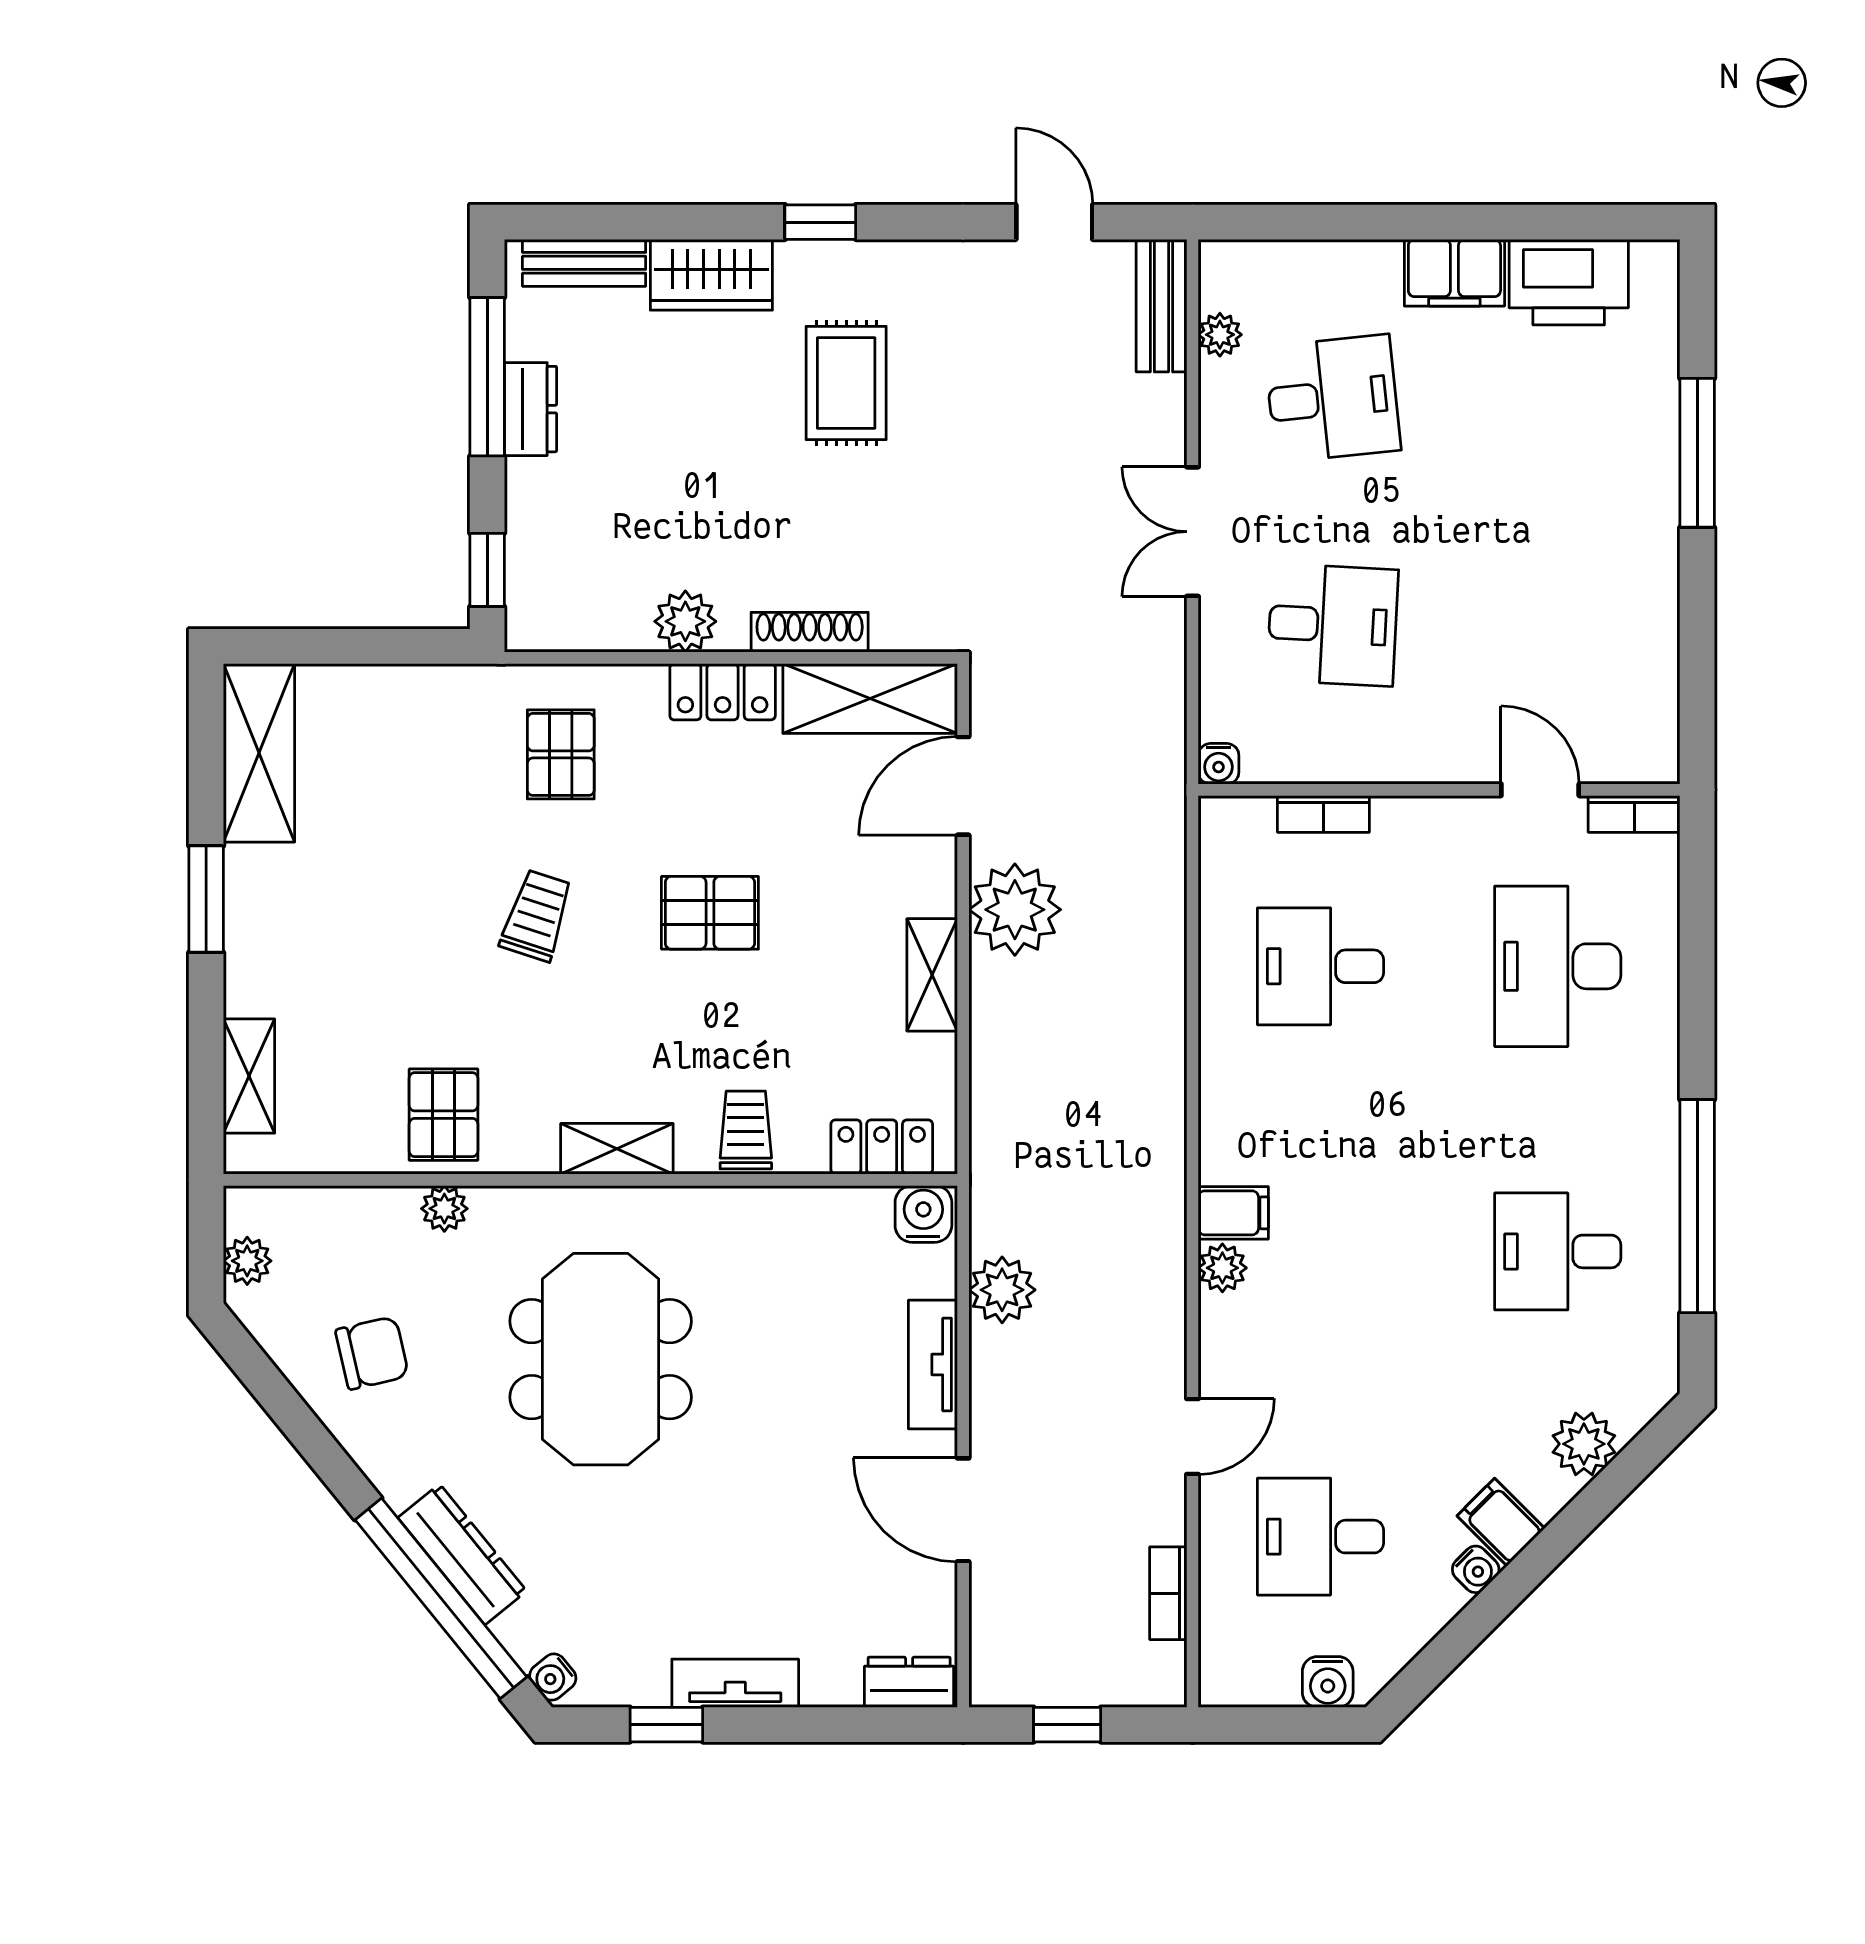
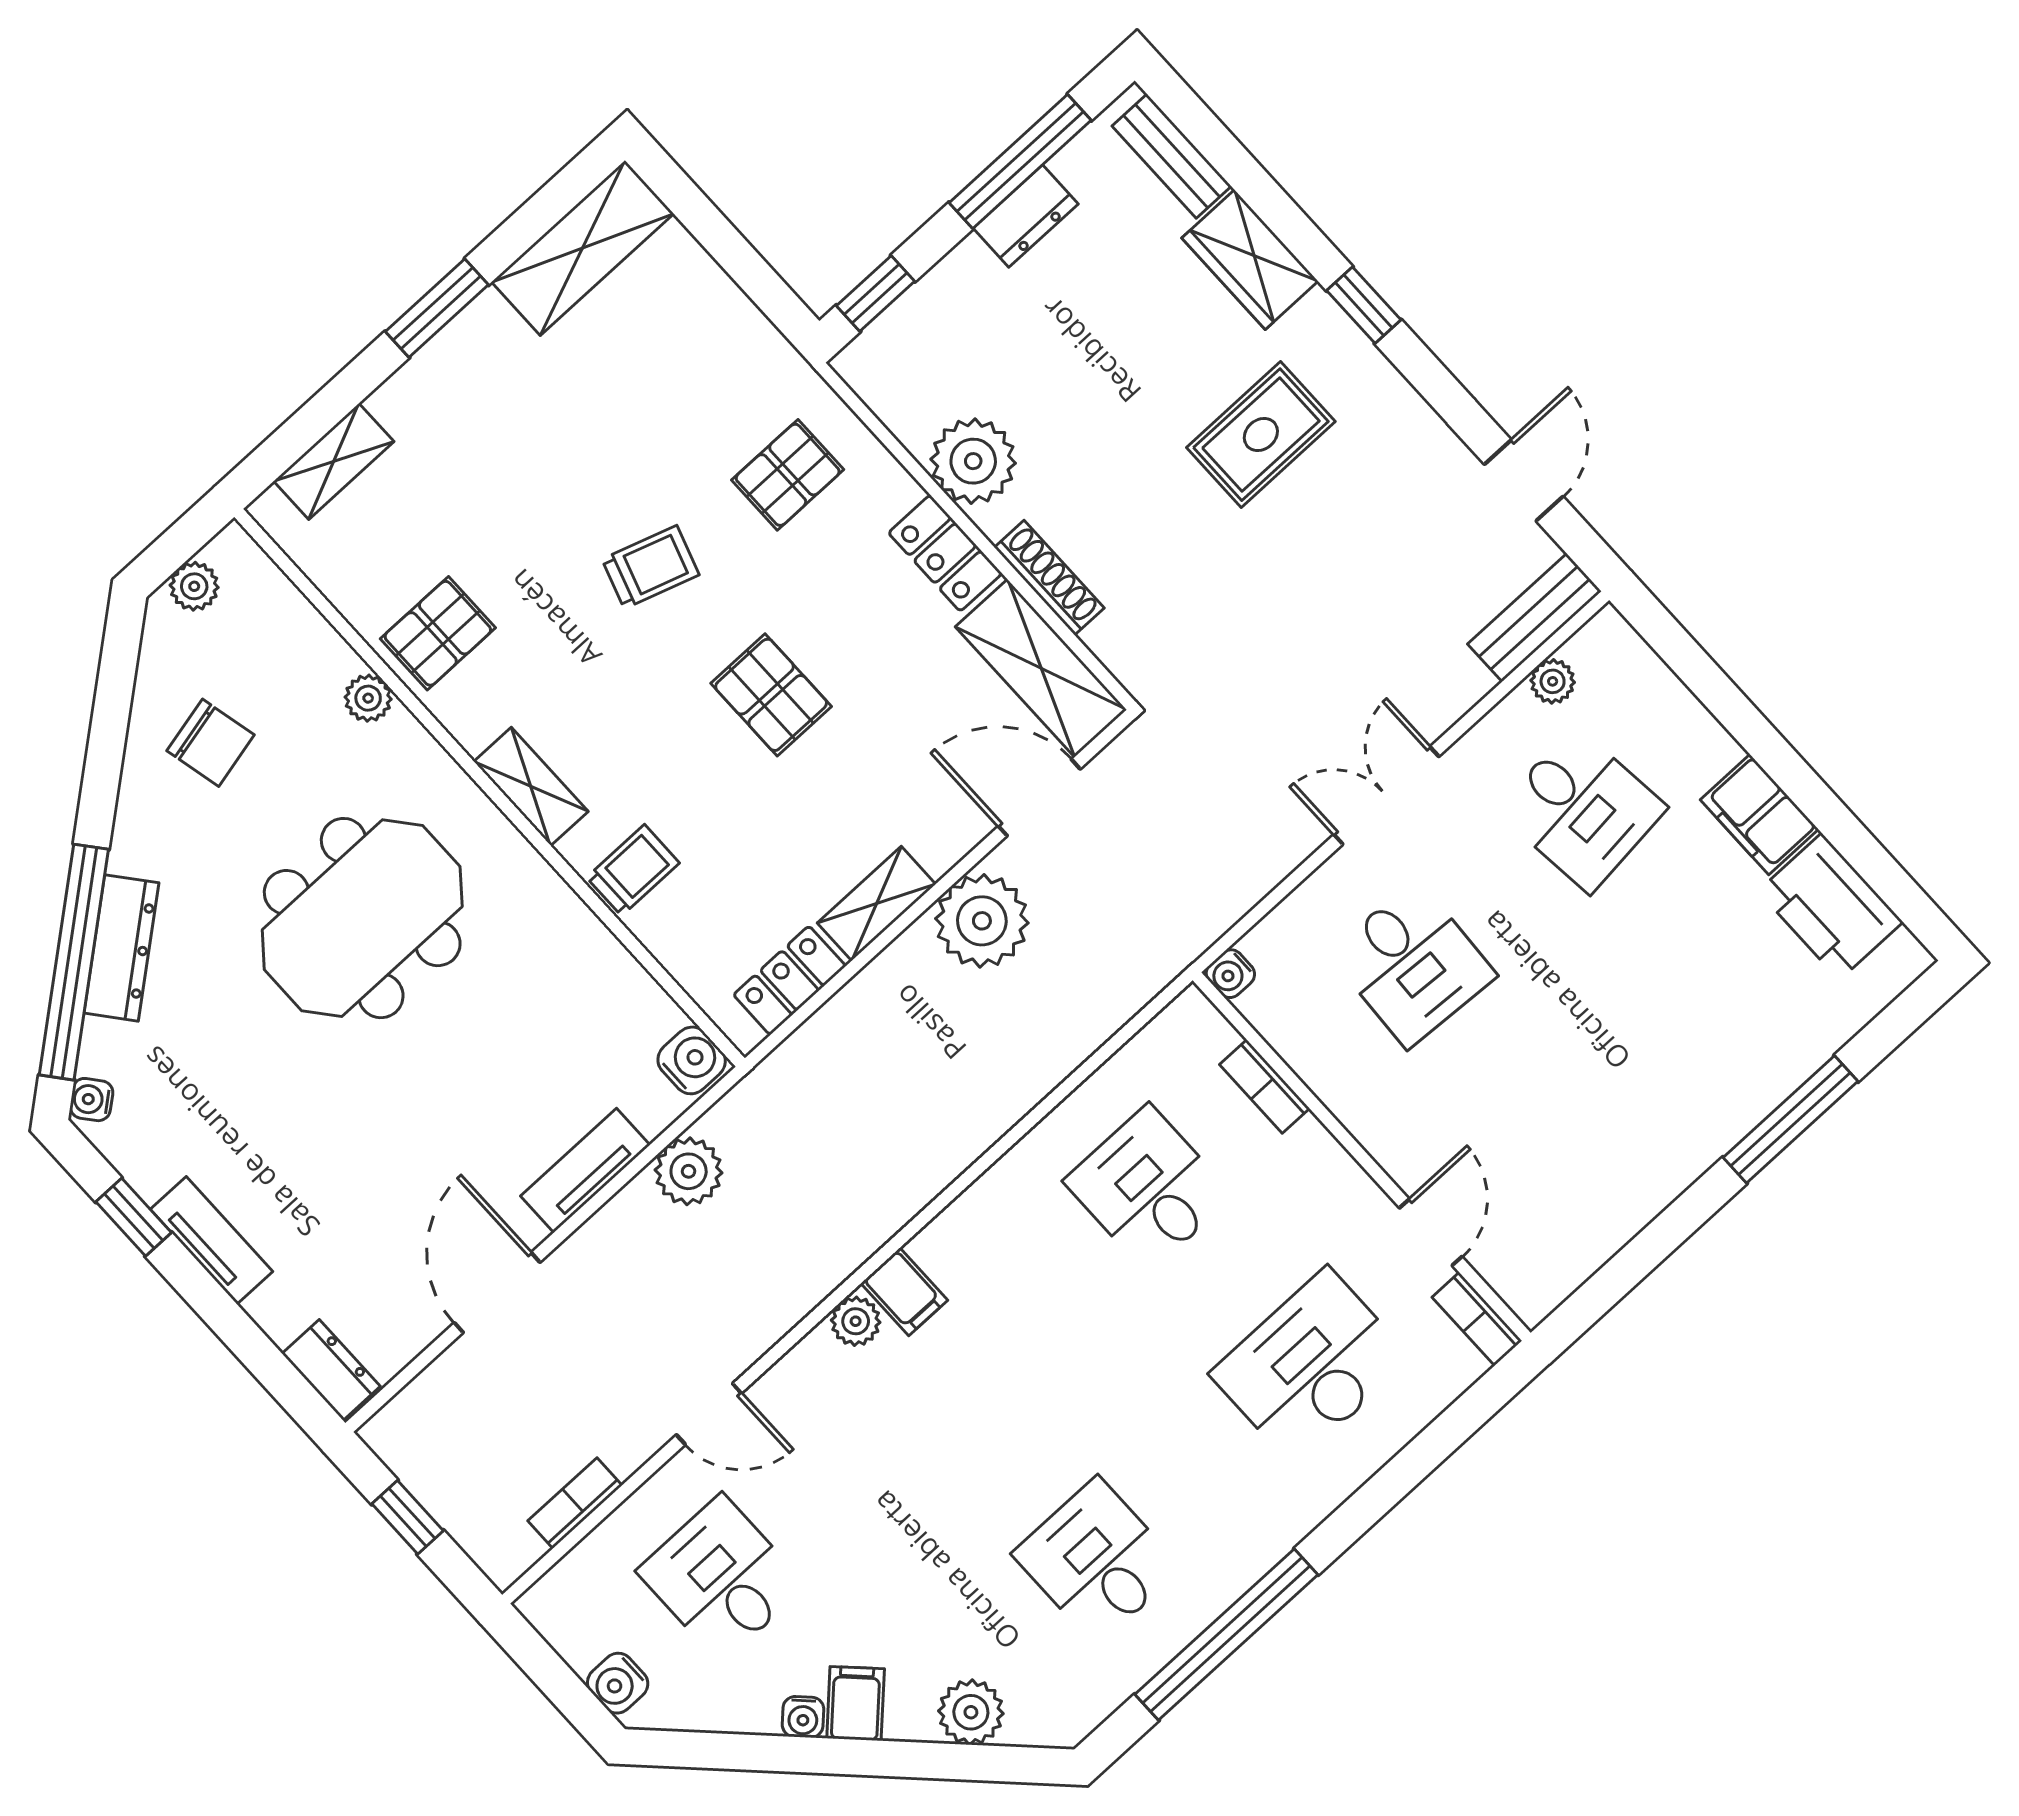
plant: (685, 621) -> (973, 461), width x1.36, depth x1.36
locker: (882, 1147) -> (790, 980), moved, turned -90

